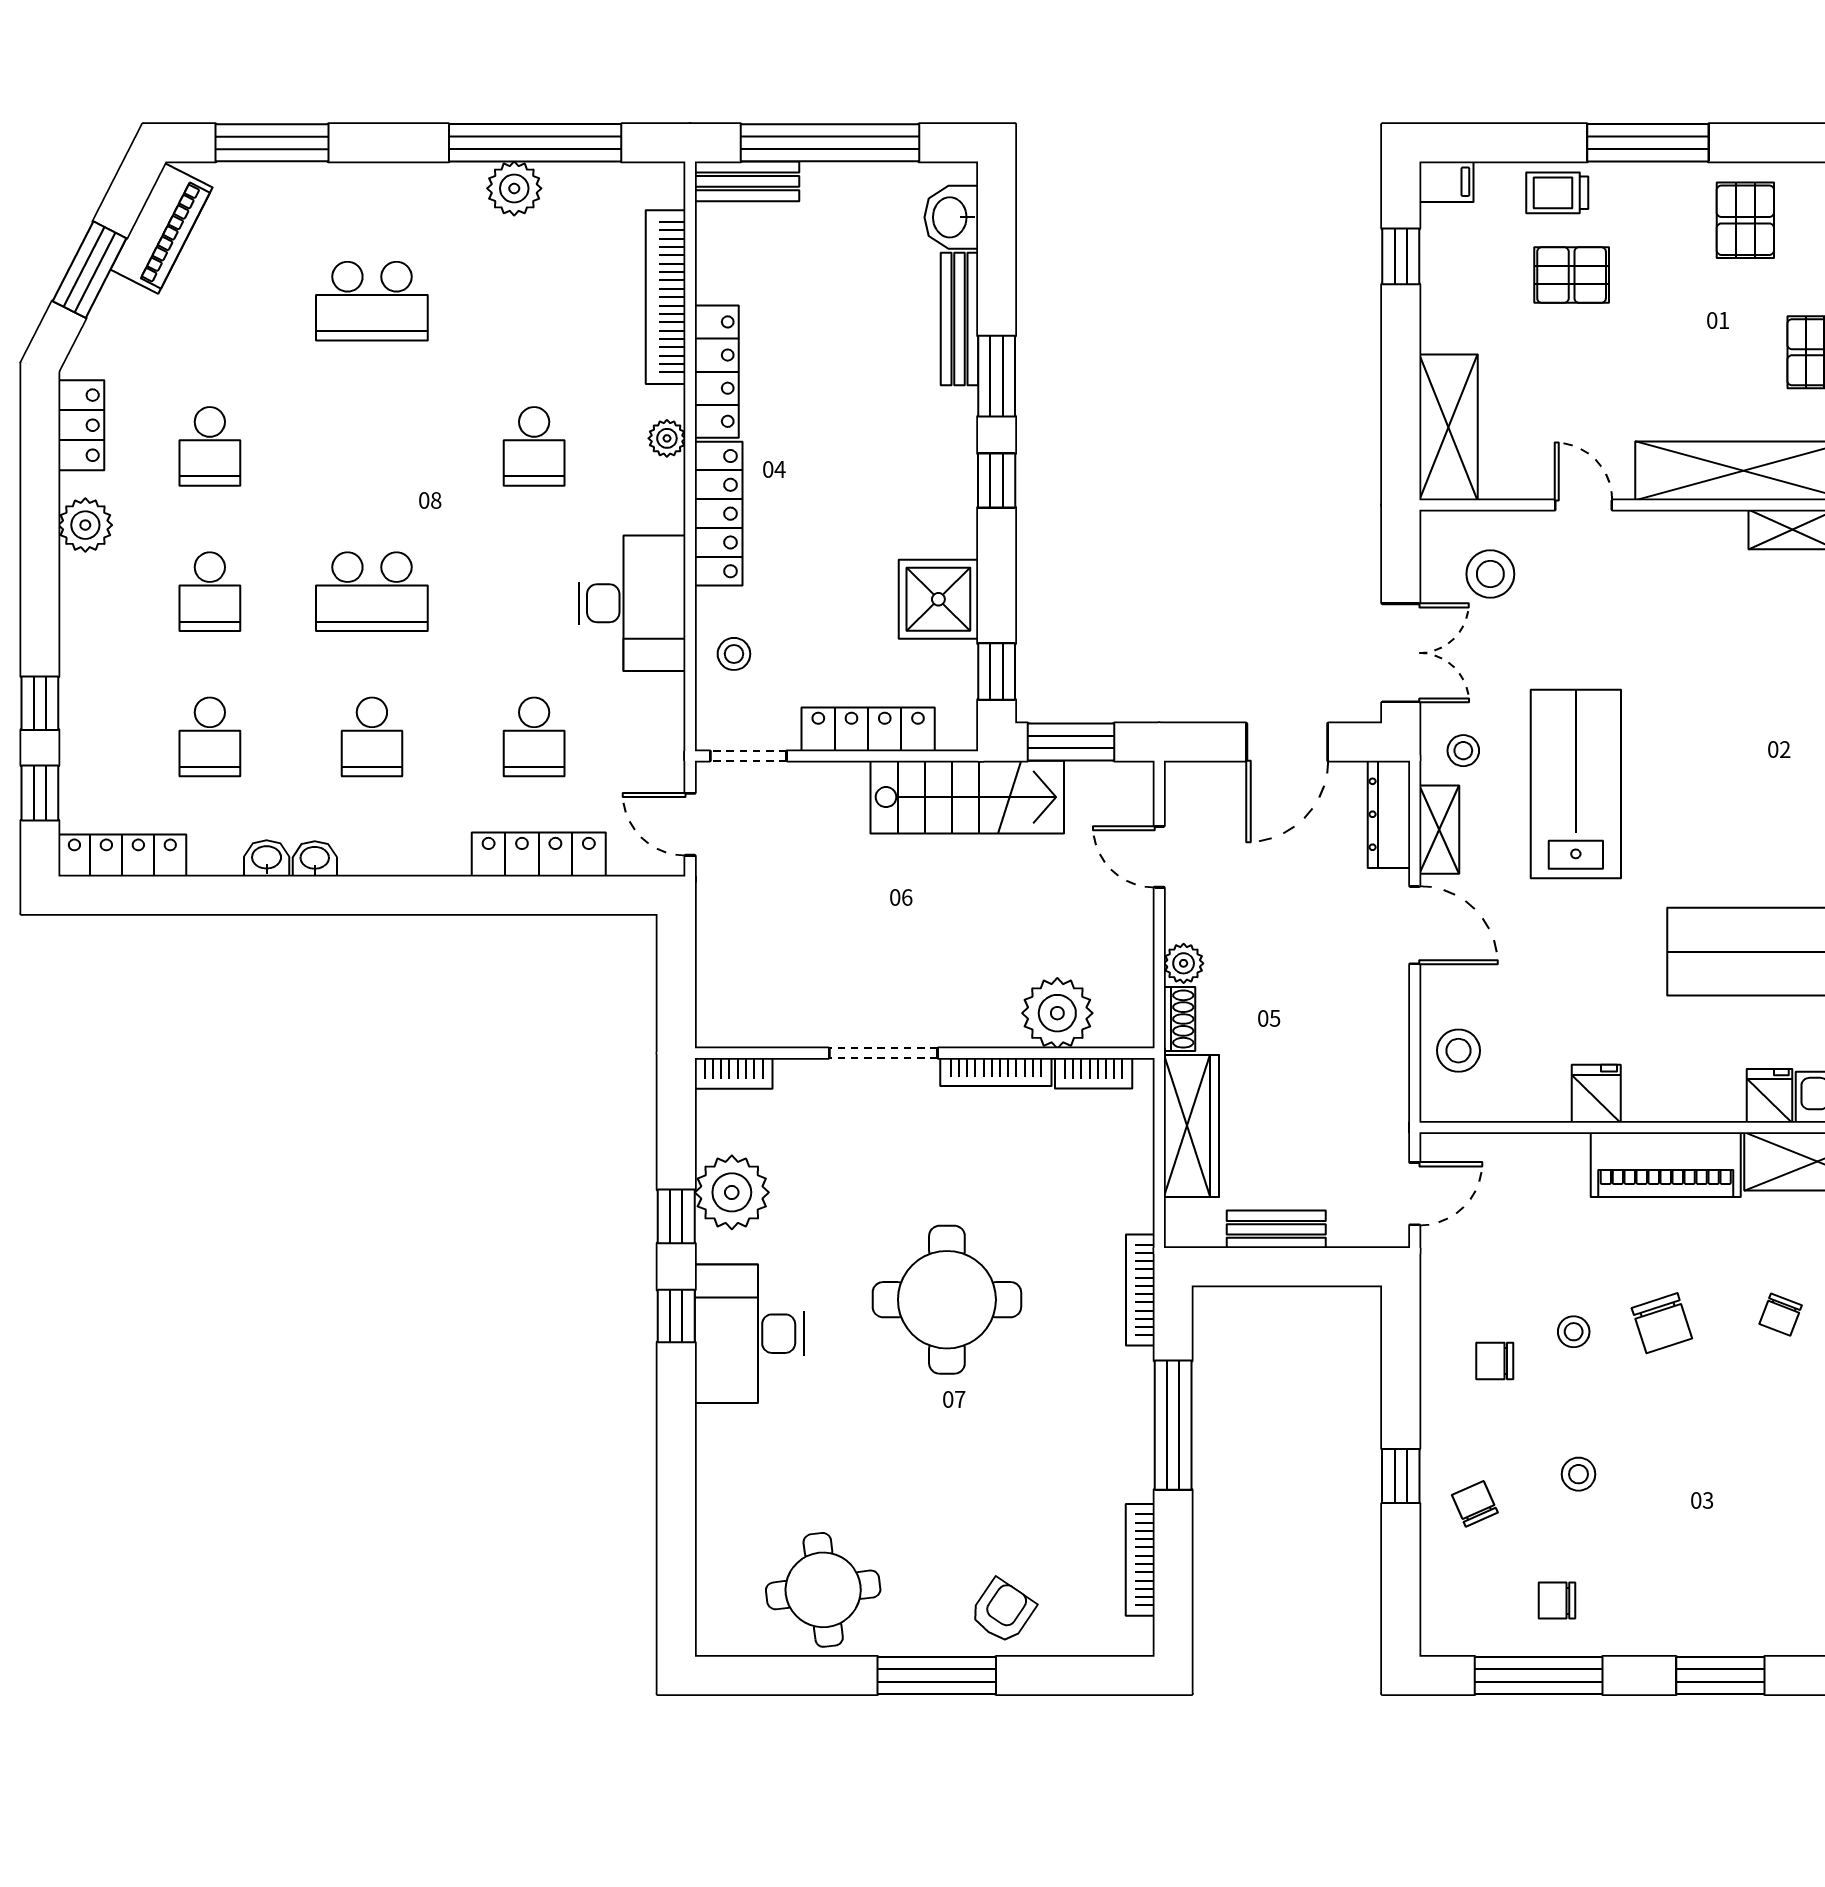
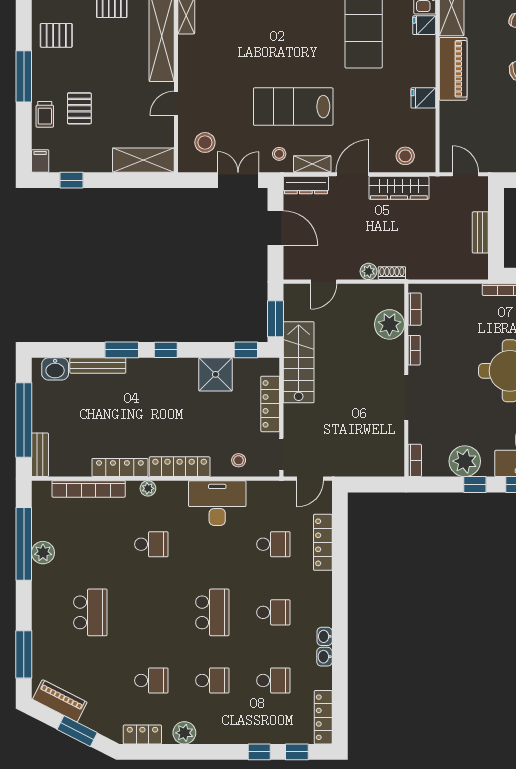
bookcase: (996, 1072) -> (414, 350), width x0.64
wardrobe: (1191, 1126) -> (399, 188), moved, turned 180

